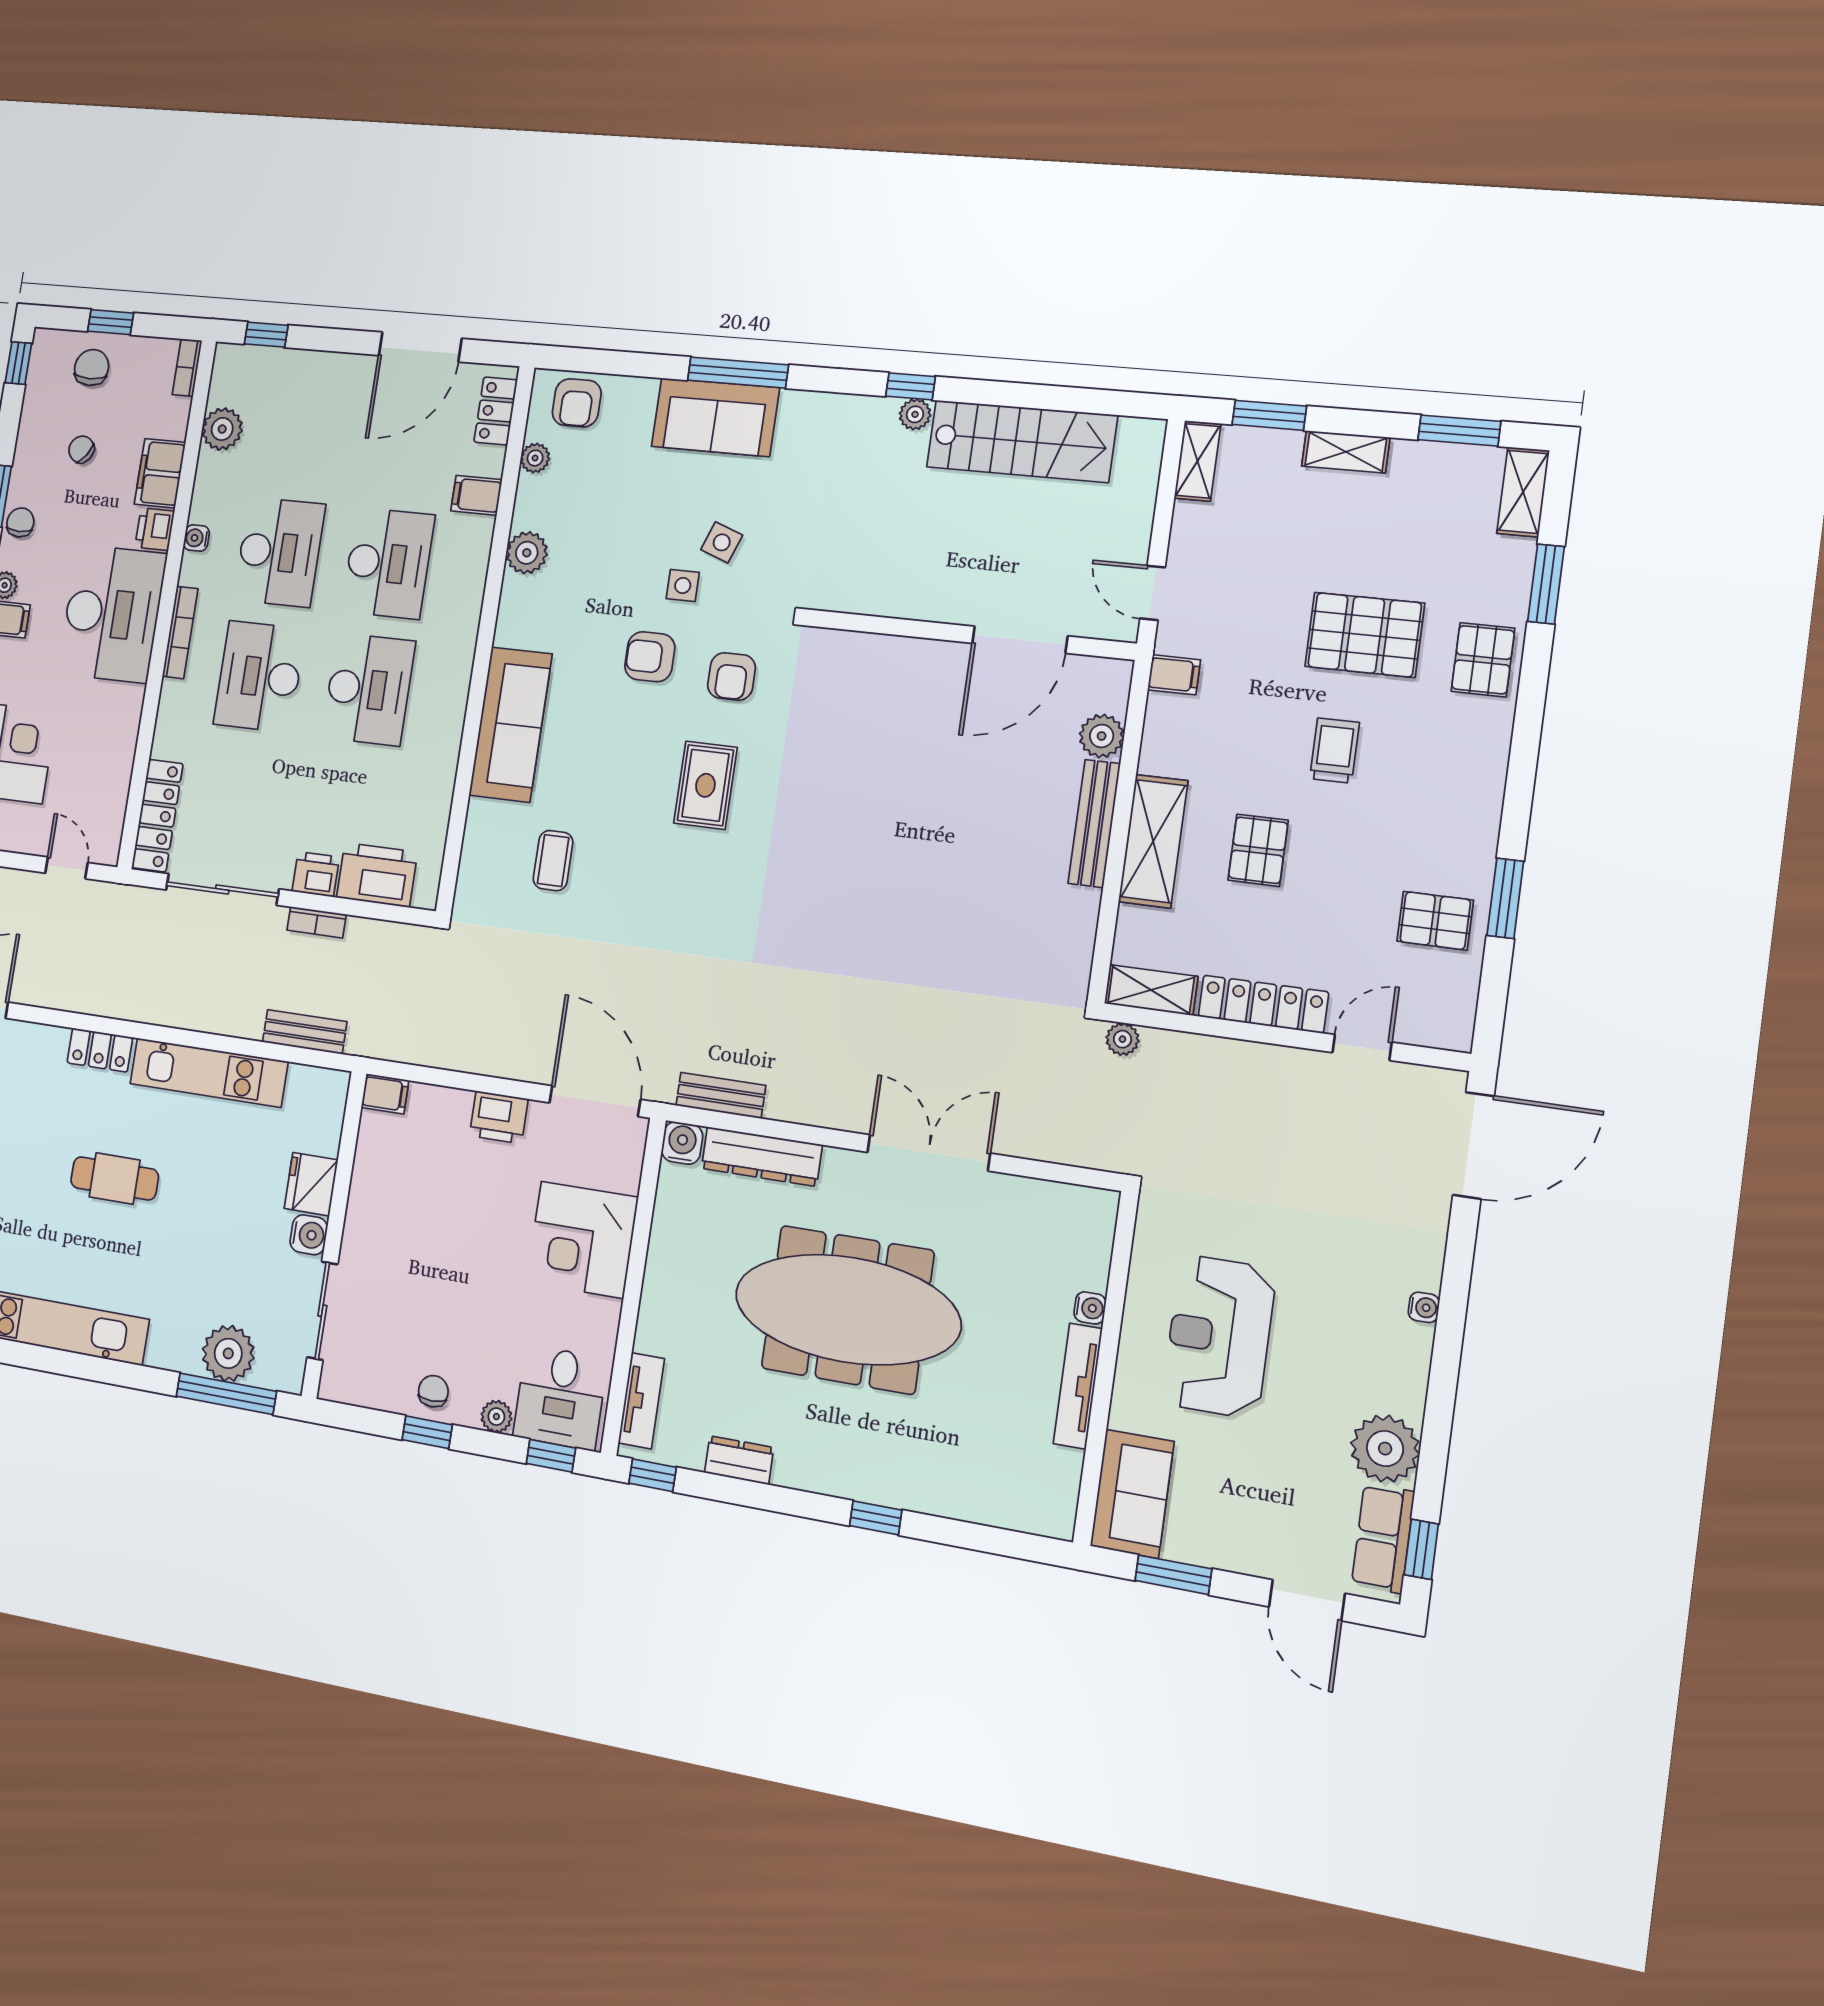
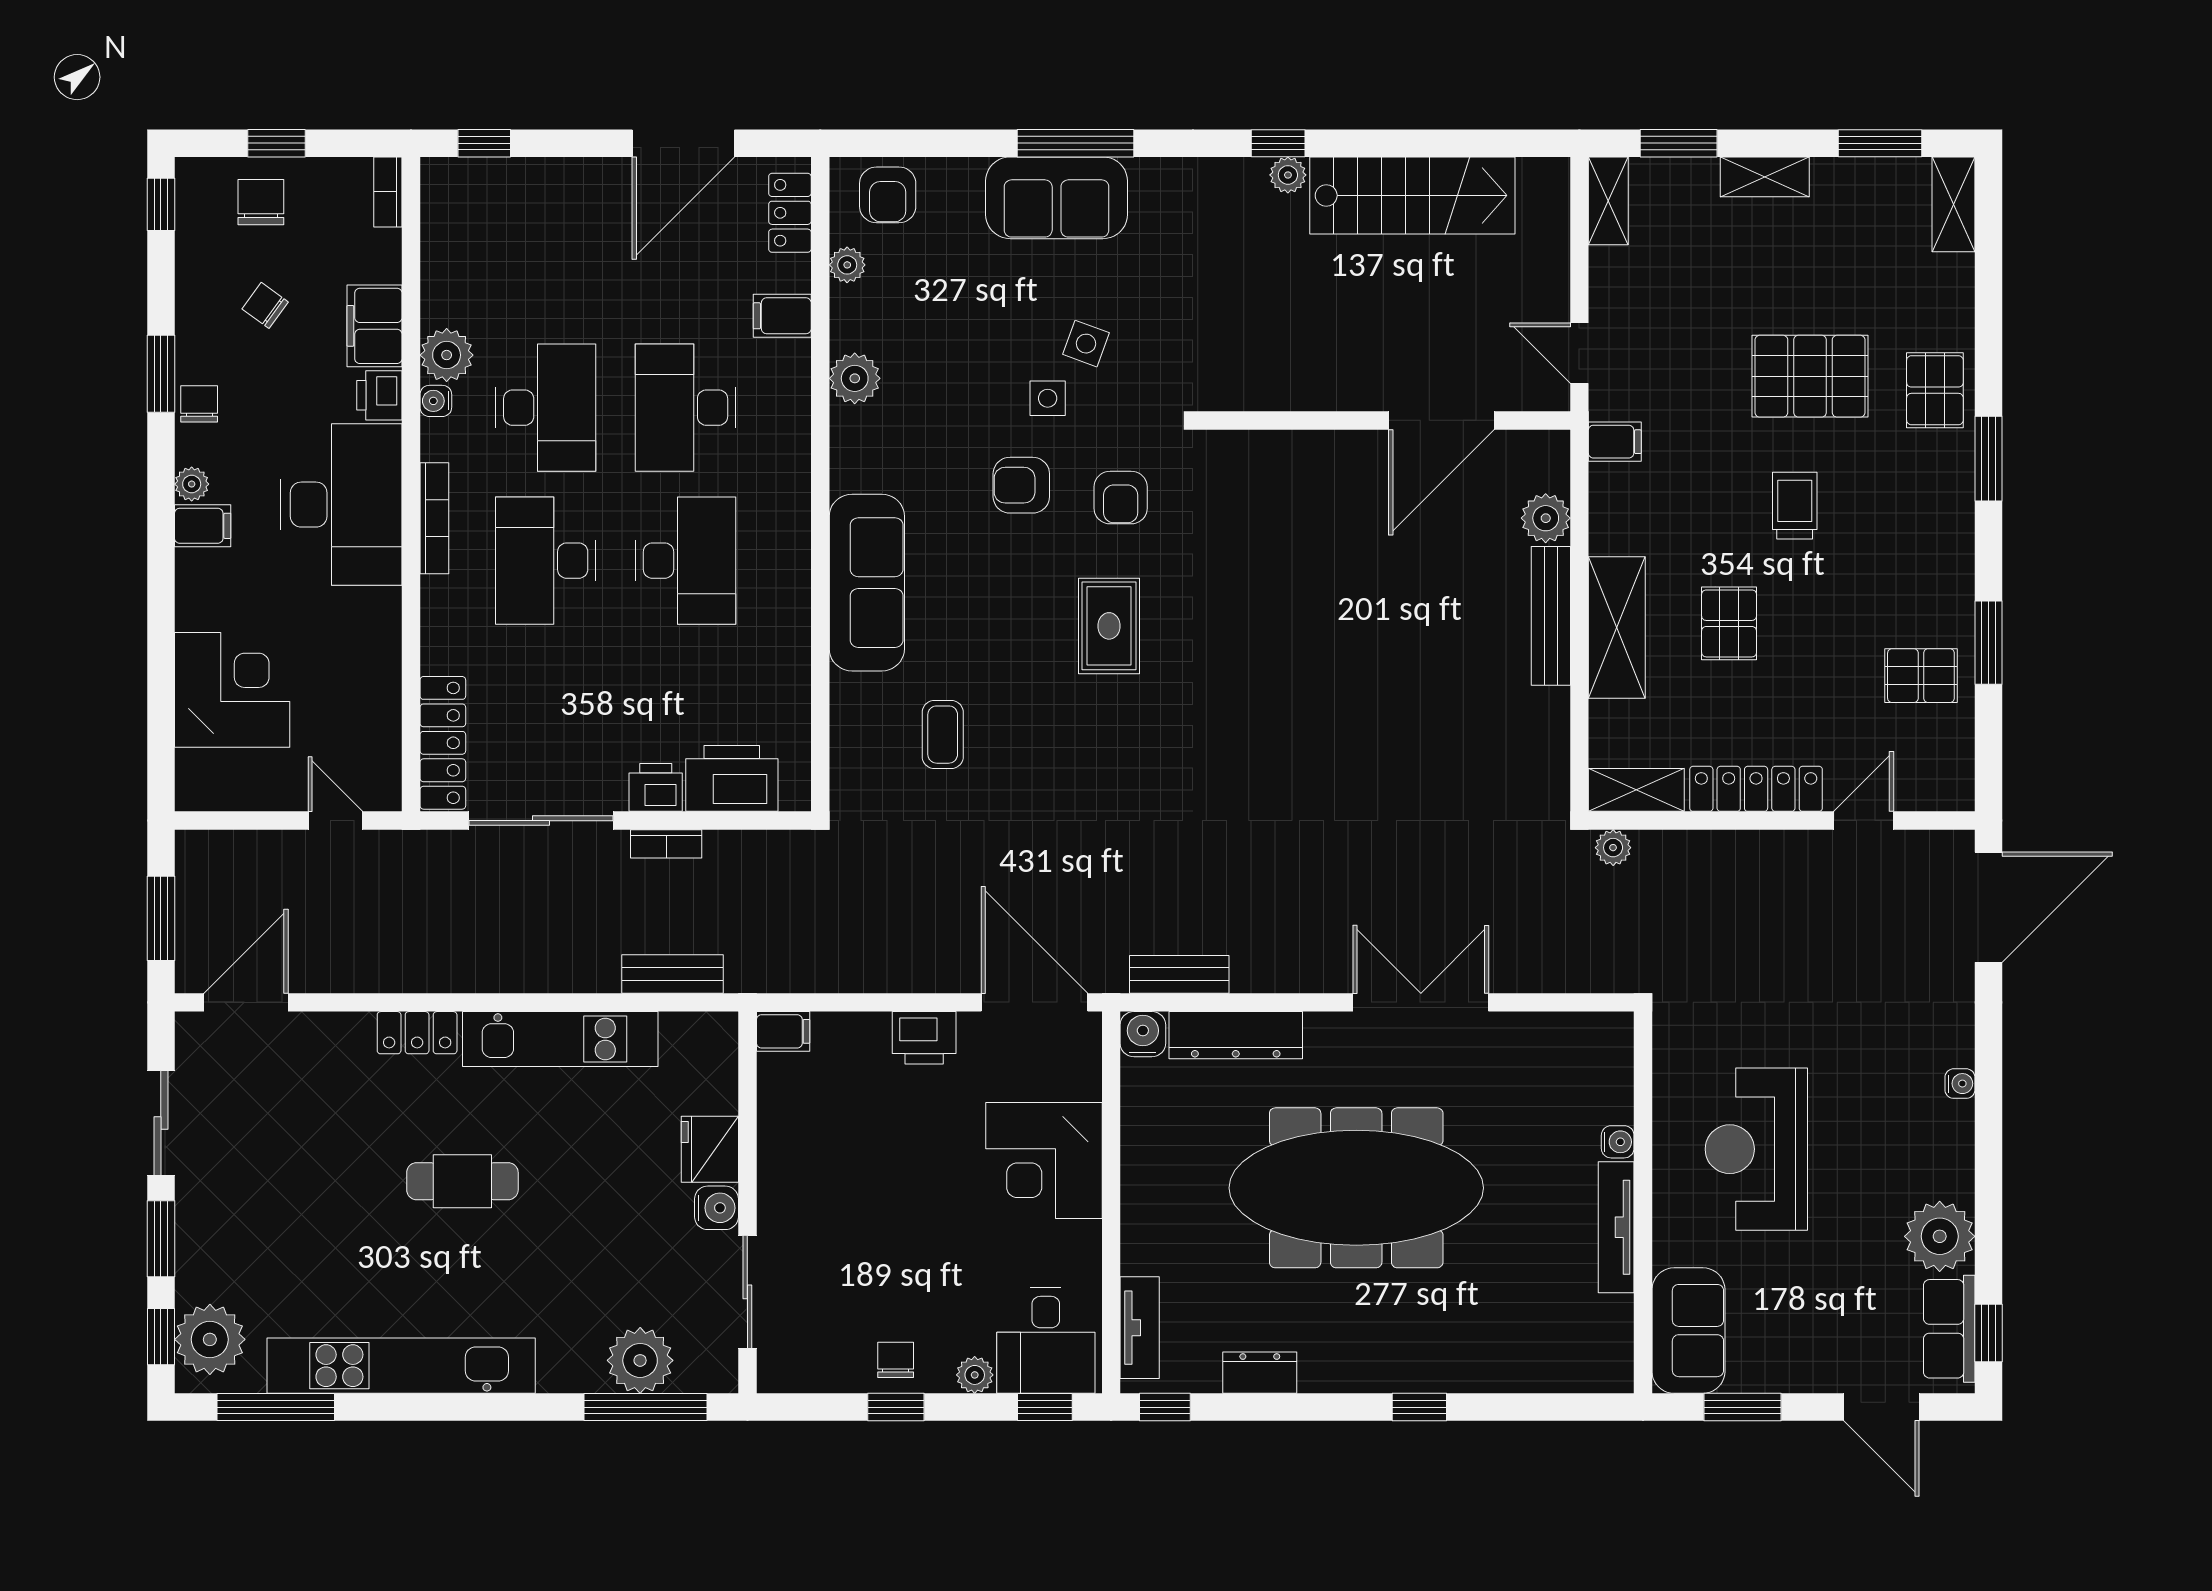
plant: (222, 429) -> (447, 355), moved
desk: (388, 563) -> (686, 408), turned 180
window: (1546, 584) -> (1989, 459), moved

